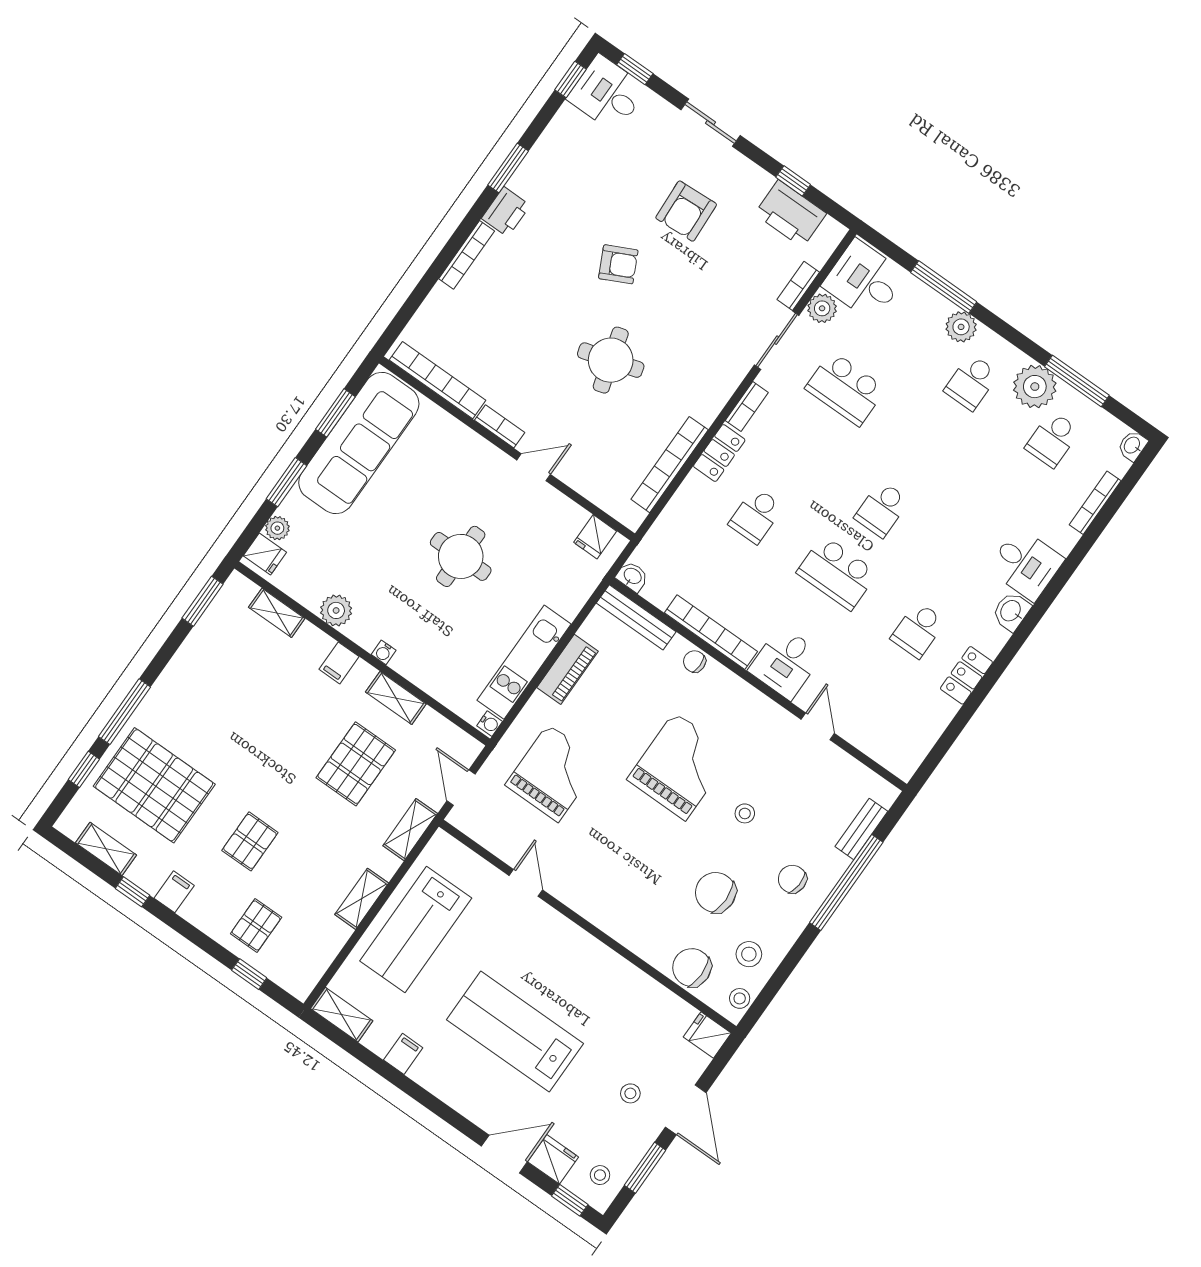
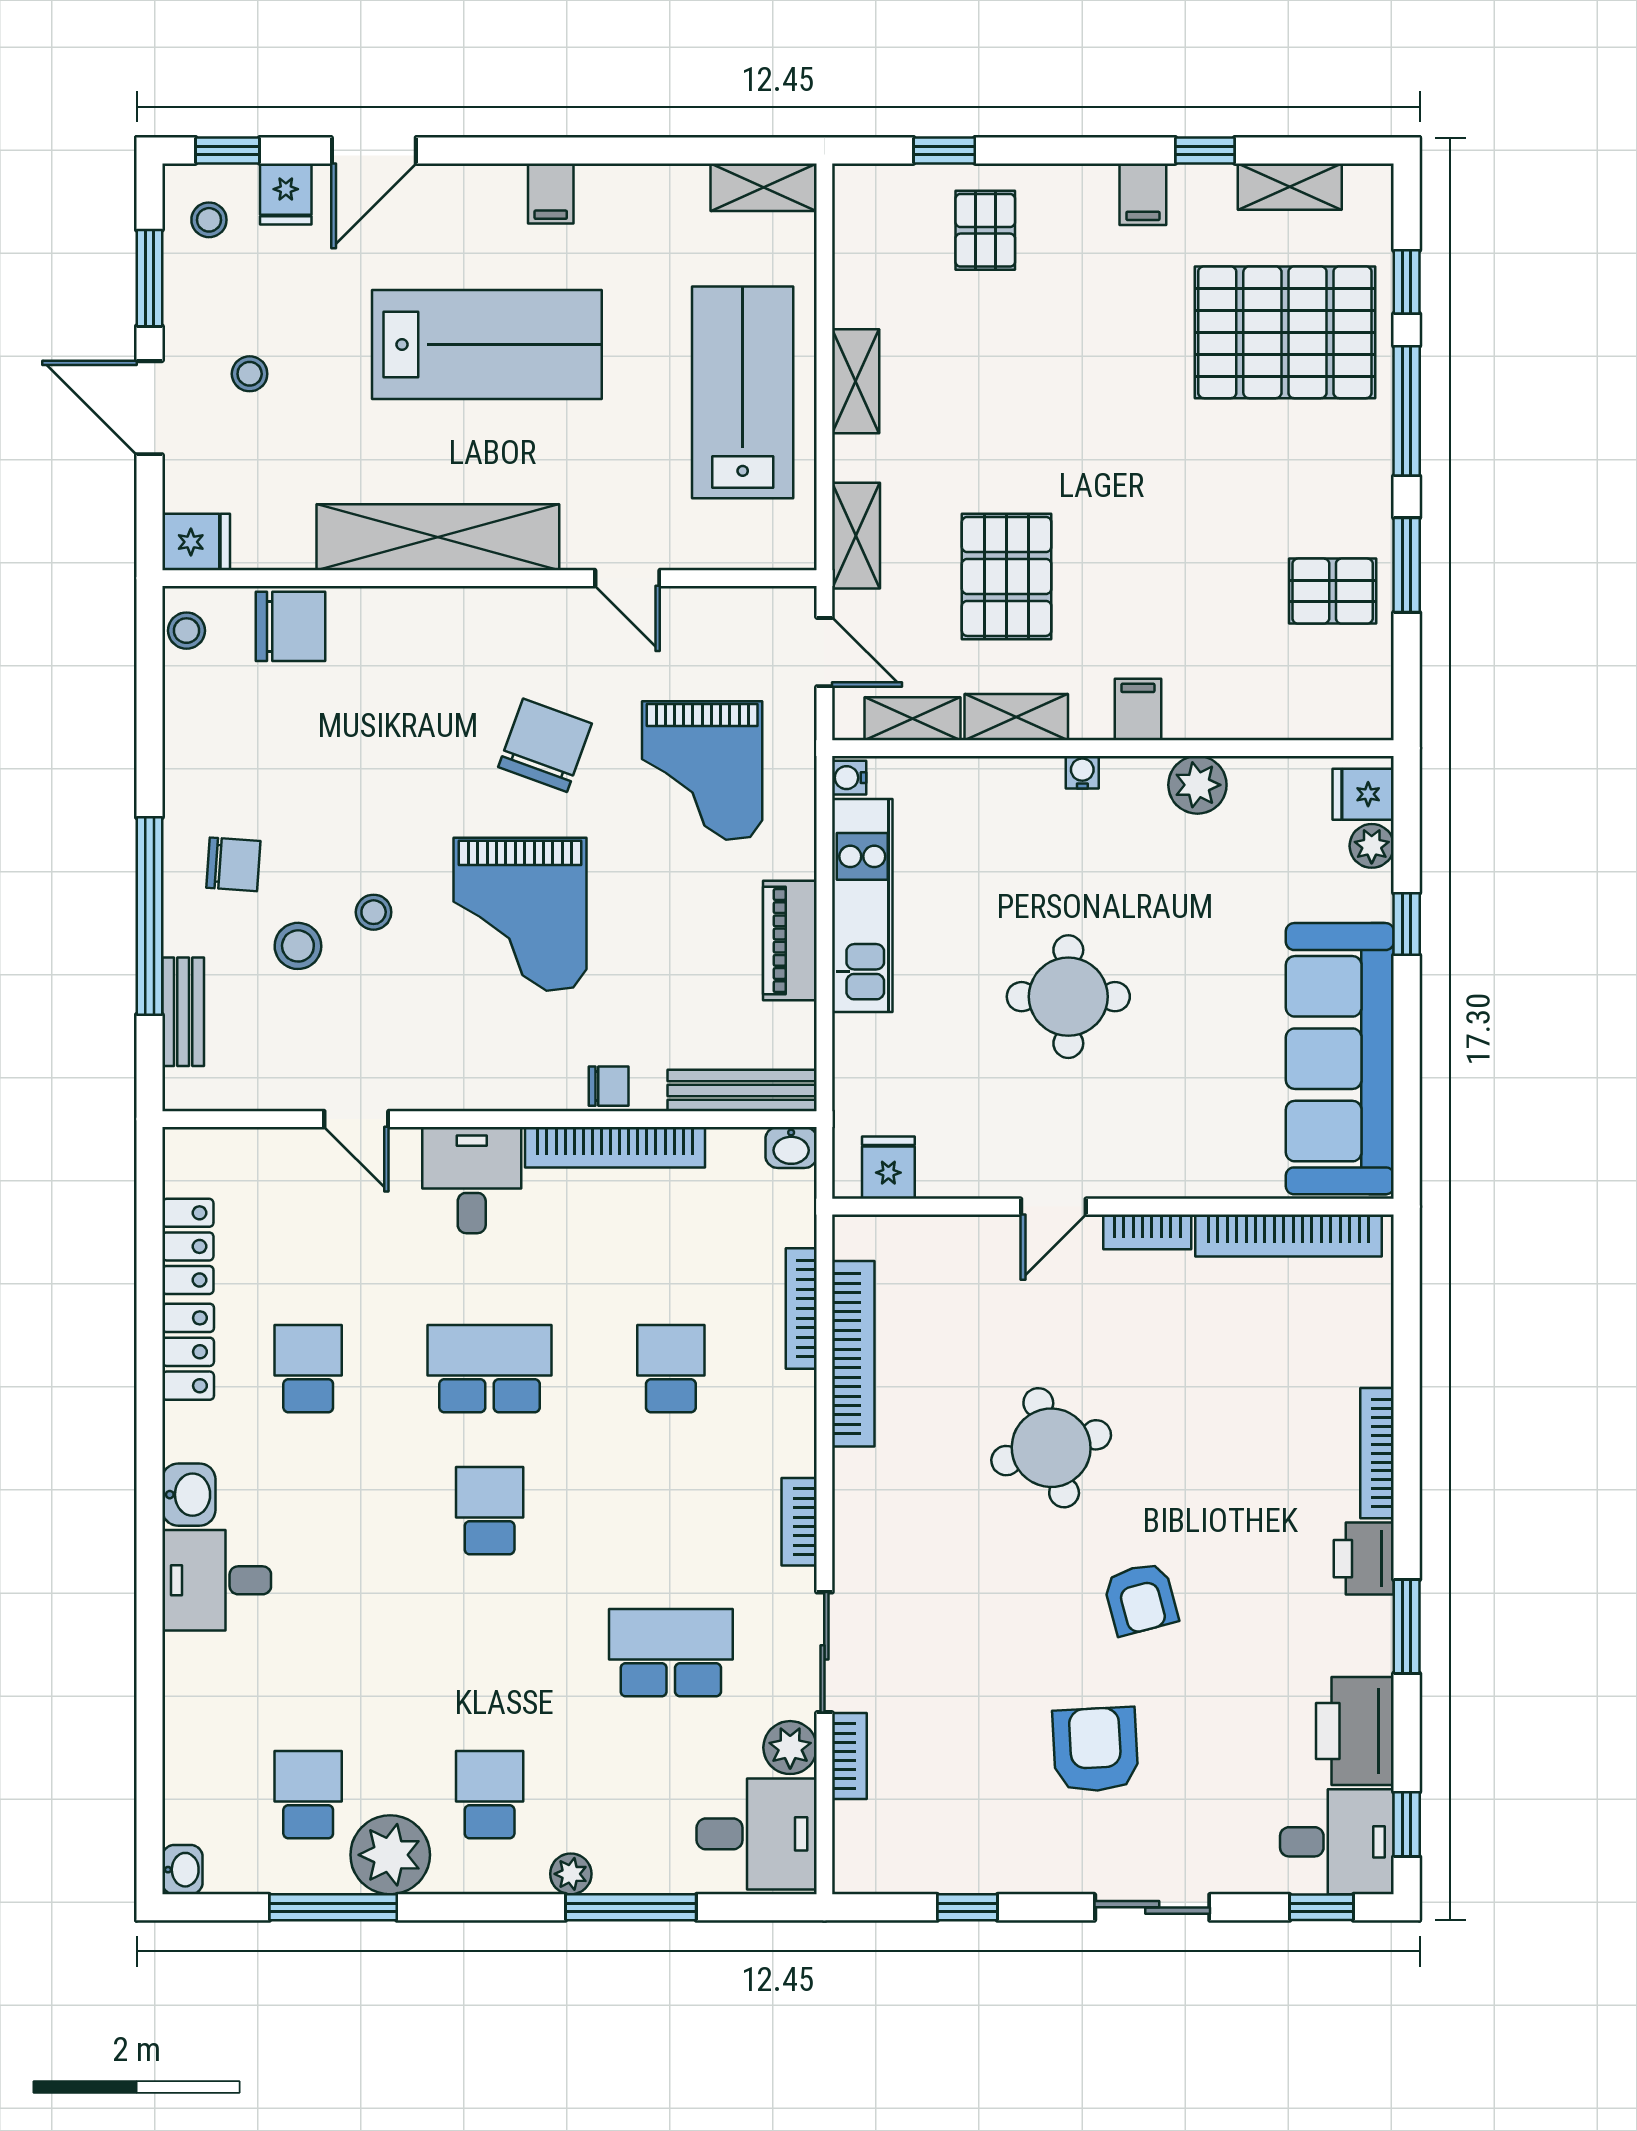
printer: (790, 214) -> (1355, 1731), moved, turned -90
armchair: (618, 264) -> (1141, 1599), turned -79
plant: (961, 327) -> (571, 1874), width x0.73, depth x0.73
window: (335, 413) -> (1407, 1079), removed
locker: (719, 453) -> (188, 1246), moved, turned 180
window: (286, 482) -> (1407, 924), width x0.67
bookcase: (1095, 503) -> (801, 1309), moved, turned 180
window: (202, 601) -> (1407, 565), moved
shelving: (277, 613) -> (913, 719), moved
pallet: (250, 841) -> (1333, 591), moved, turned 90
chair: (716, 892) -> (545, 745), moved, turned -70
stool: (749, 954) -> (298, 946), moved
shelving: (598, 961) -> (438, 537), added
filing cabinet: (403, 1054) -> (551, 194), moved
fridge: (553, 1159) -> (286, 194), width x0.72

